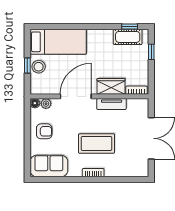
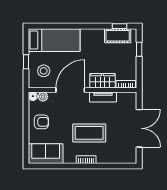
stool: (39, 67) -> (44, 71), moved

